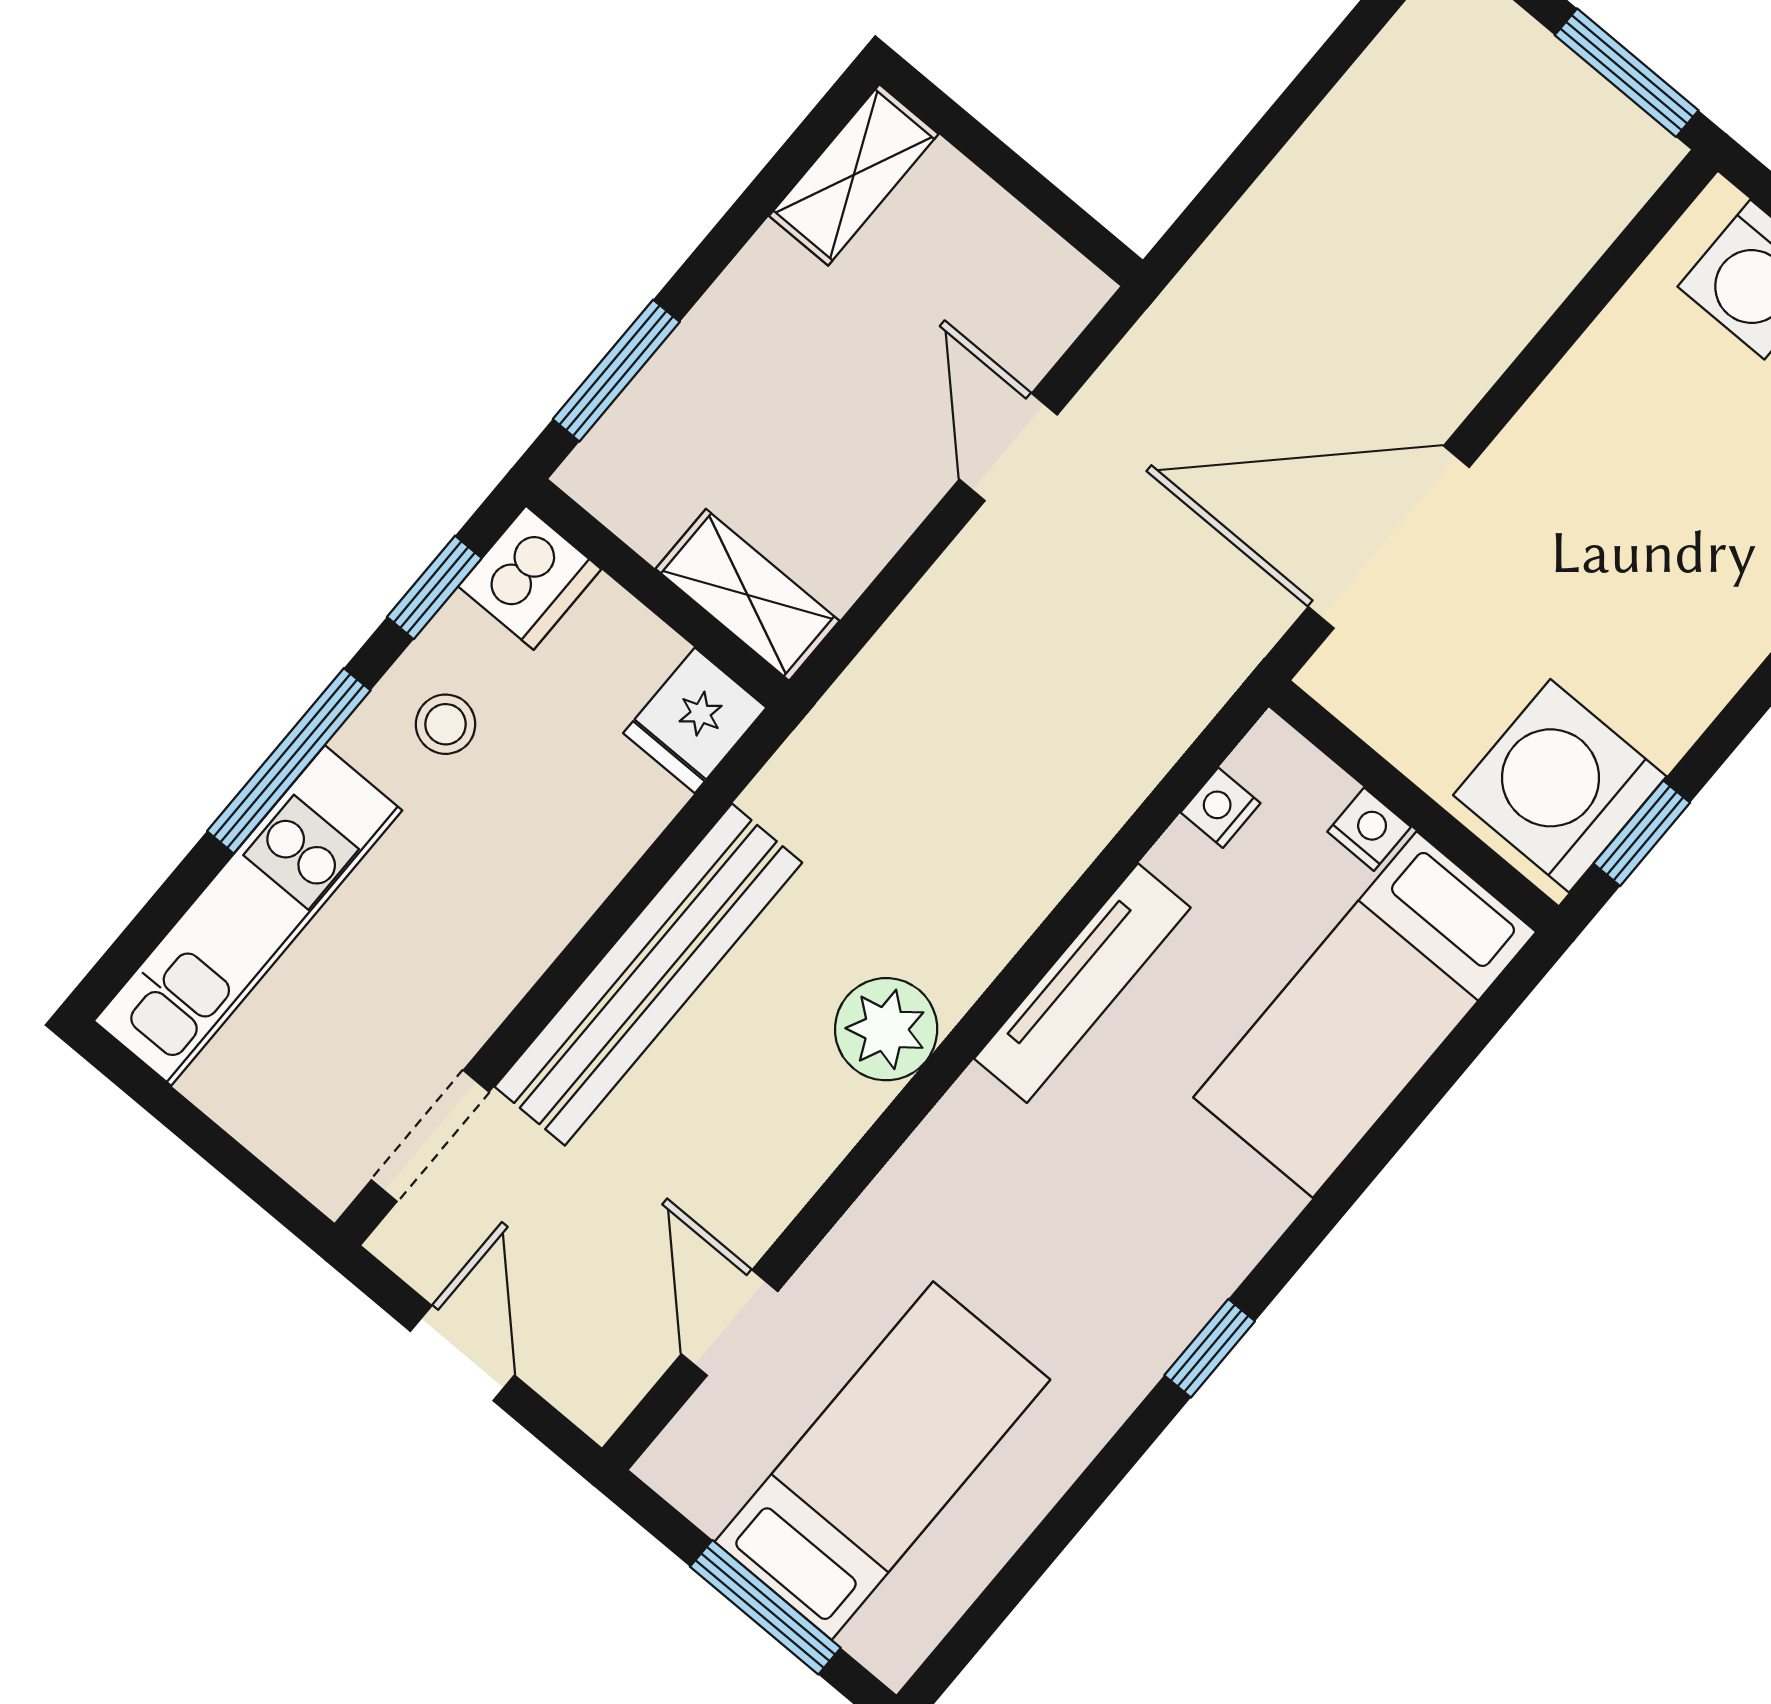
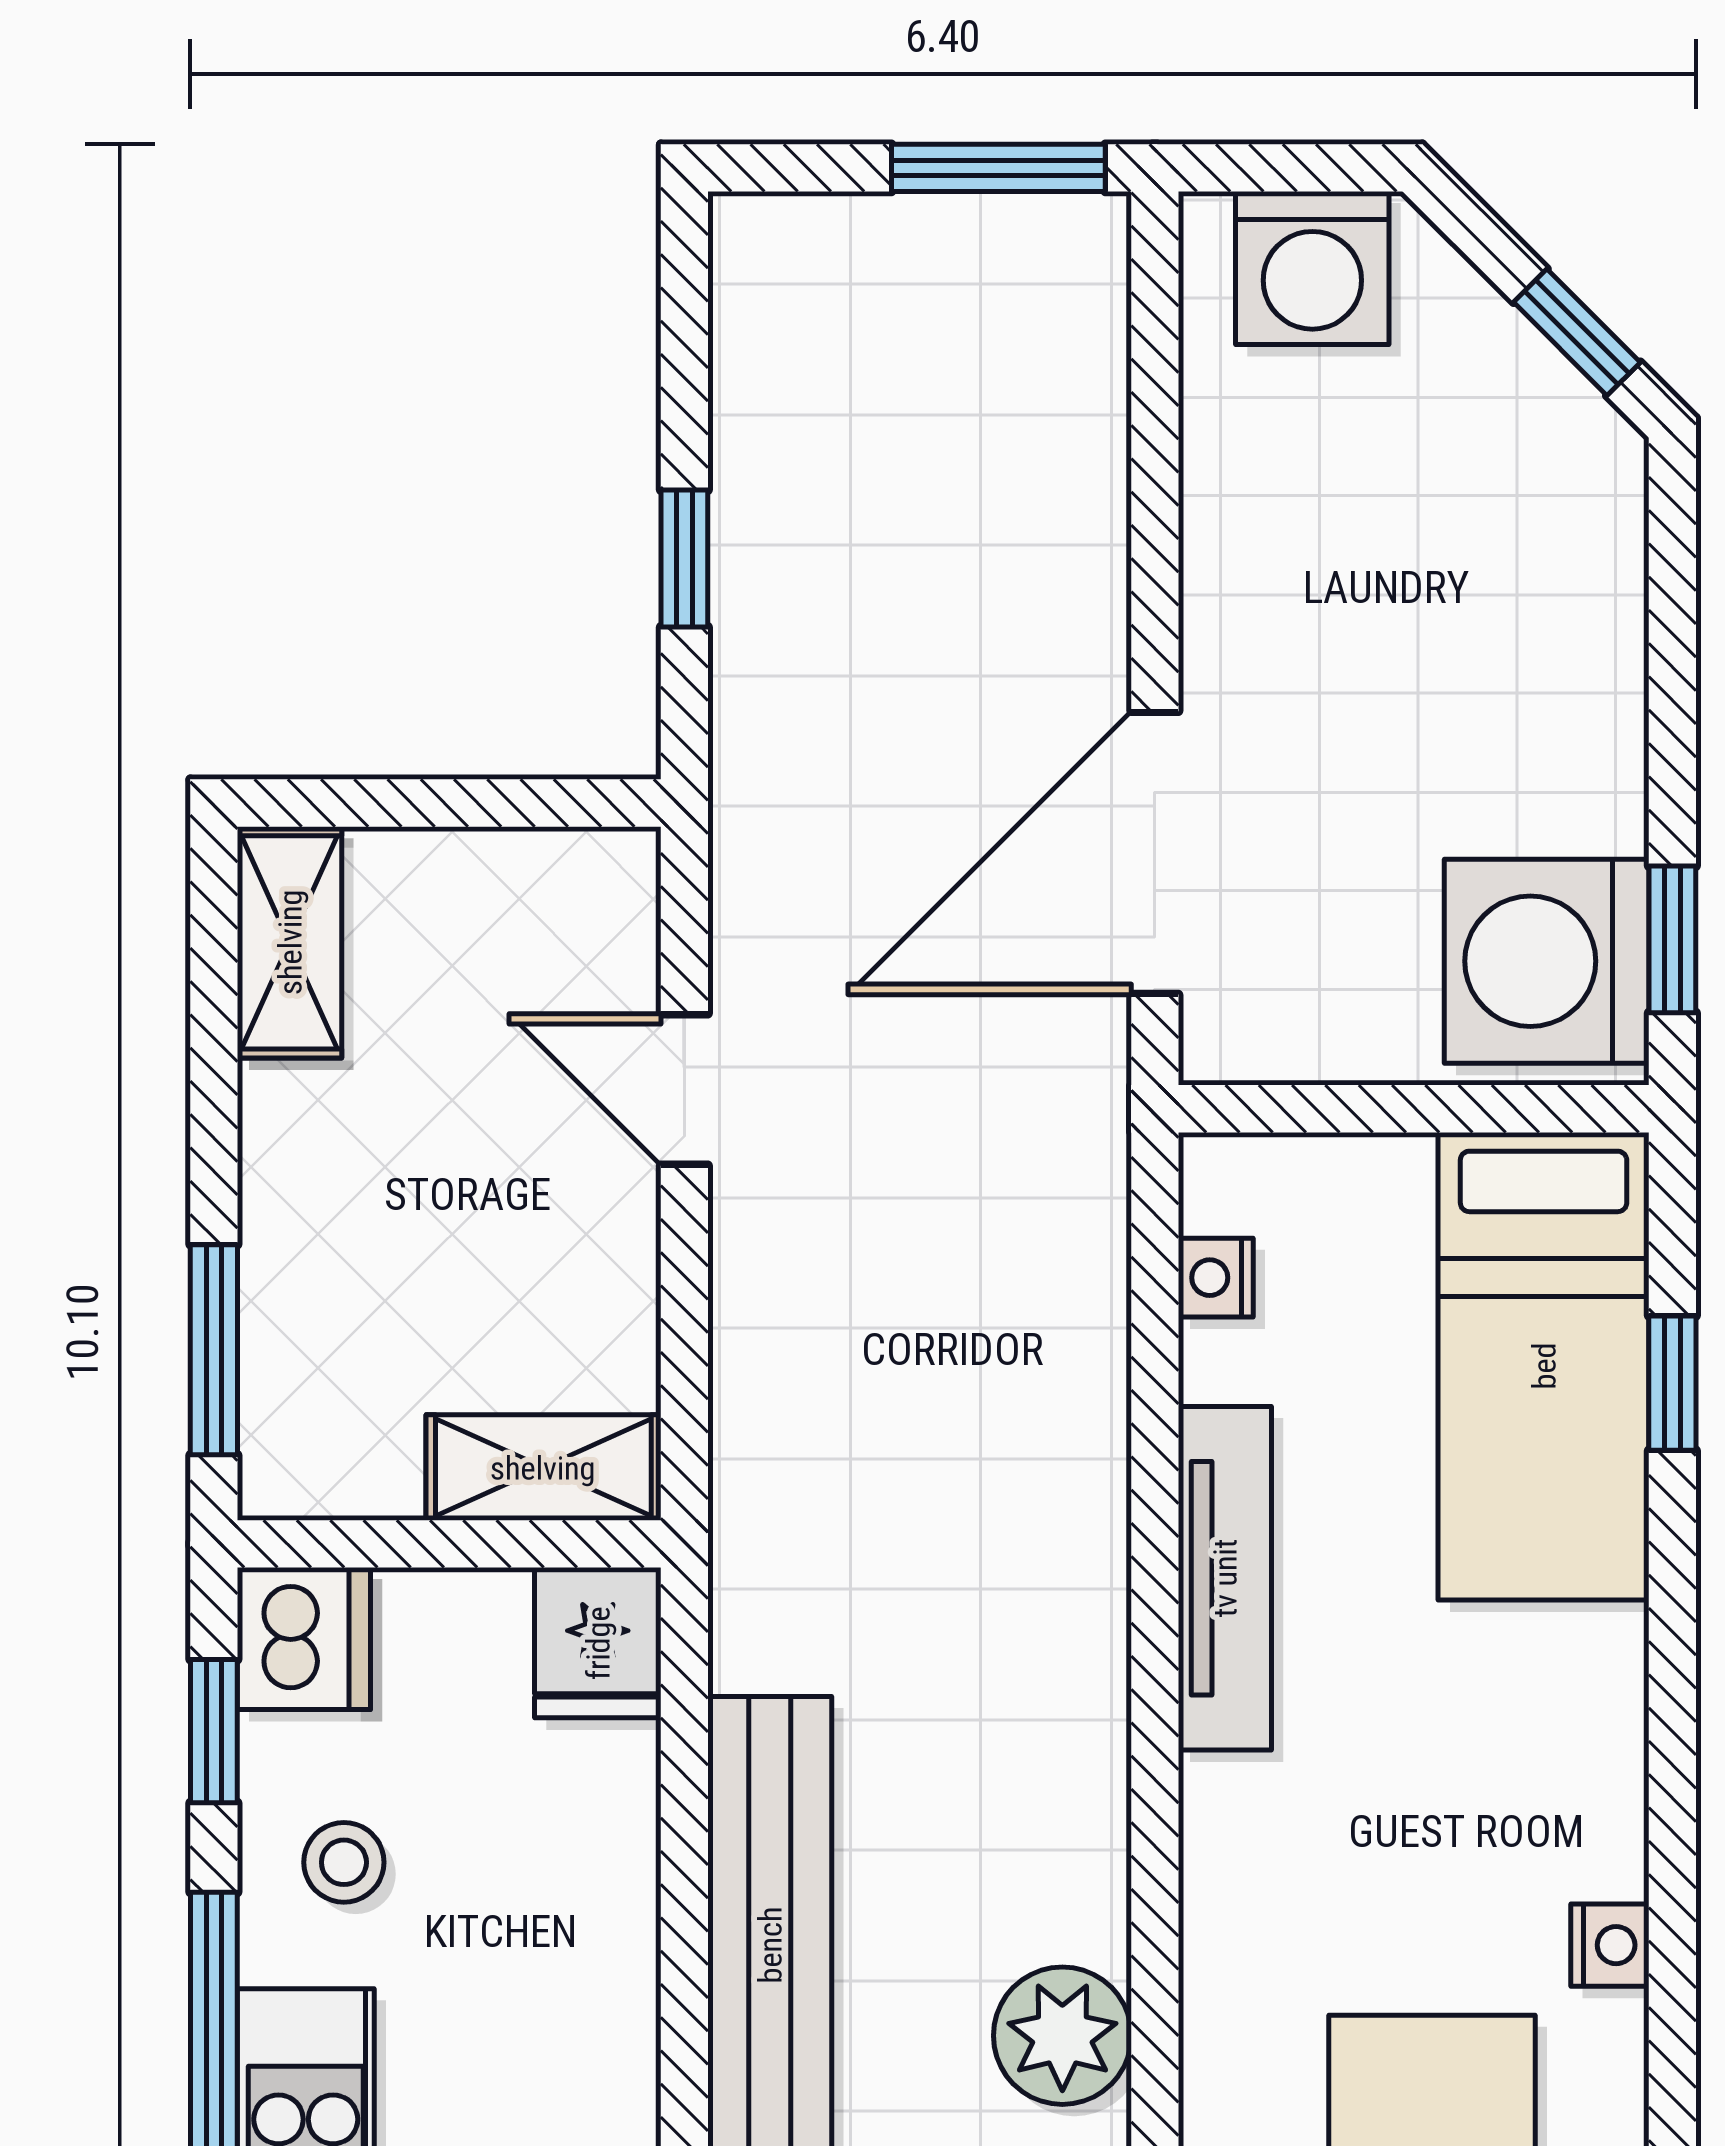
window: (1262, 145) -> (684, 558), added
nightstand: (1369, 829) -> (1610, 1945), moved, turned 90
plant: (886, 1029) -> (1062, 2036), moved
window: (1210, 1348) -> (1672, 1383), moved

